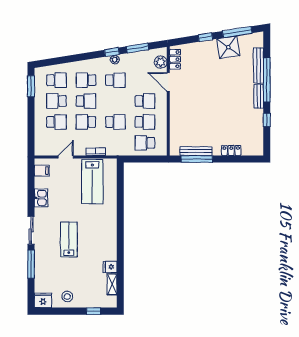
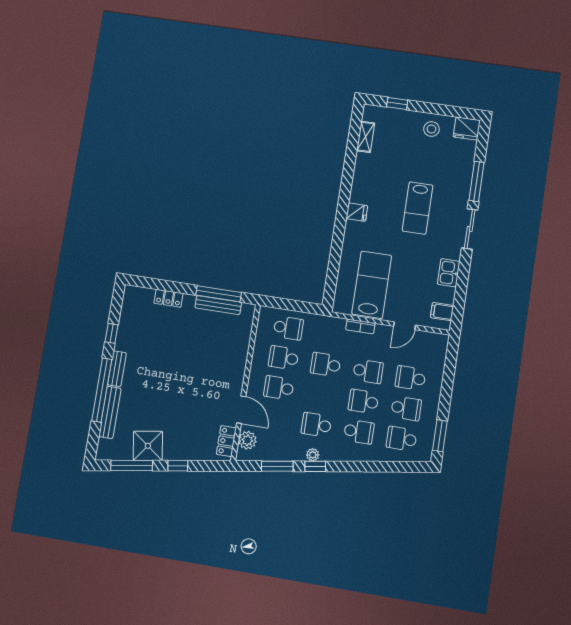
fridge: (110, 267) -> (357, 212), moved

